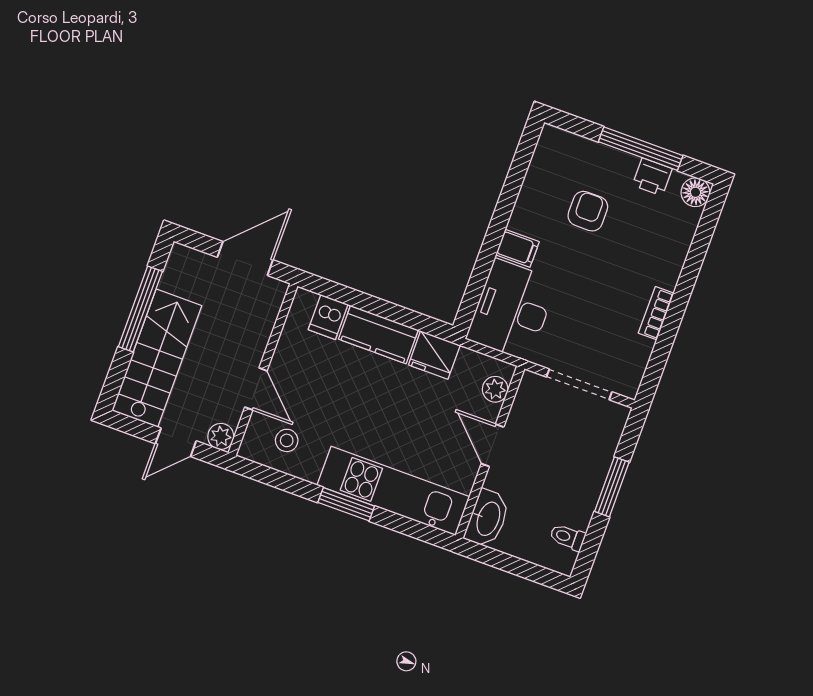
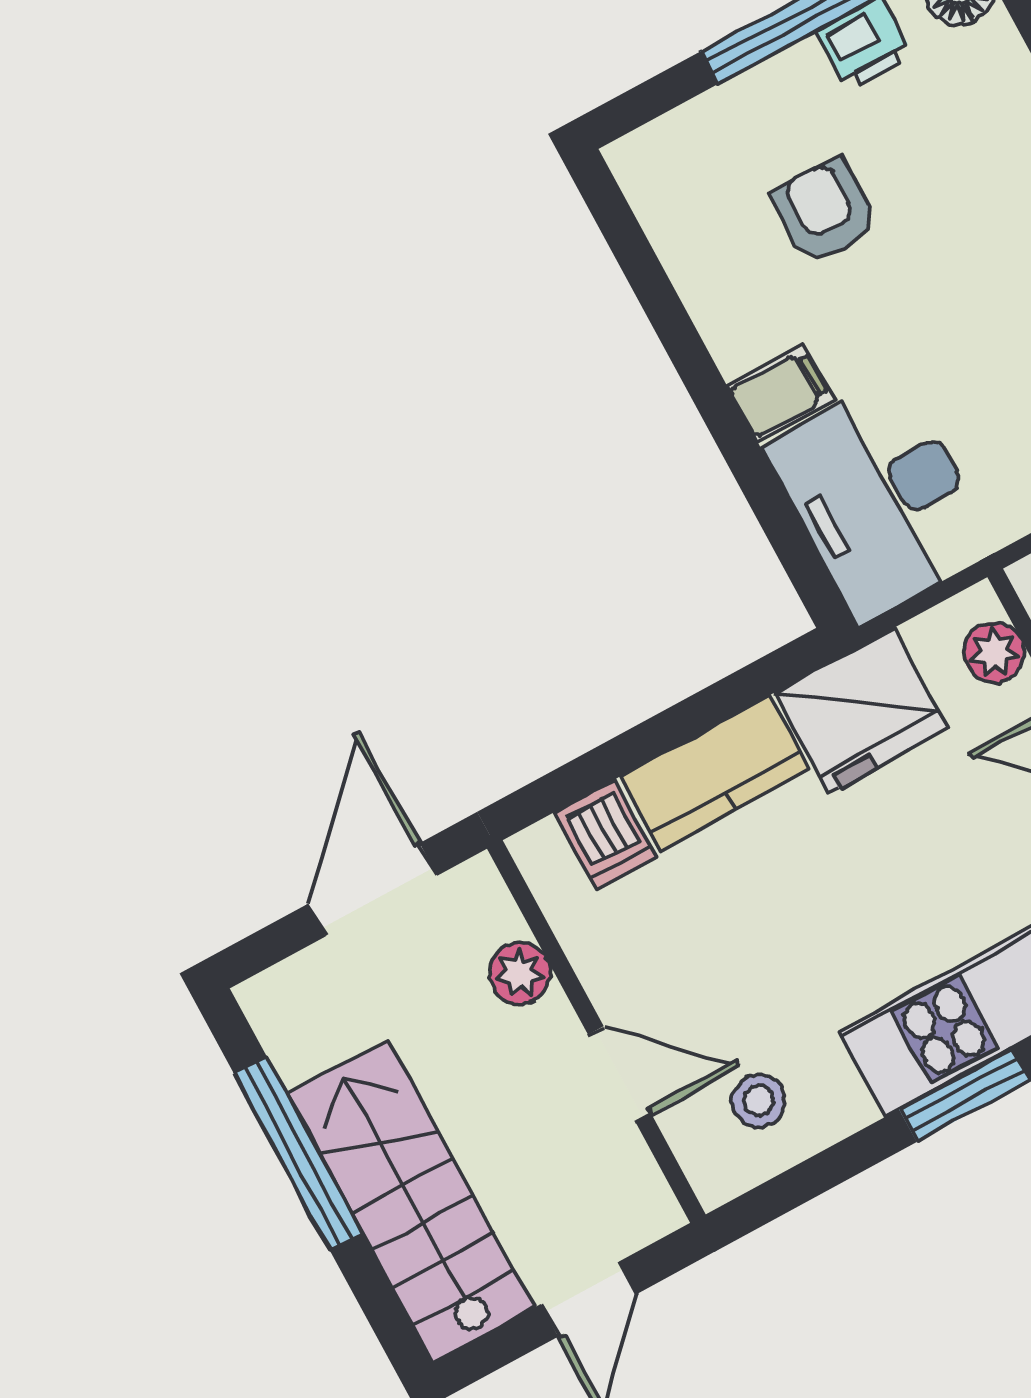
fridge: (434, 355) -> (861, 711), width x1.36, depth x1.34
plant: (221, 436) -> (520, 973), moved

